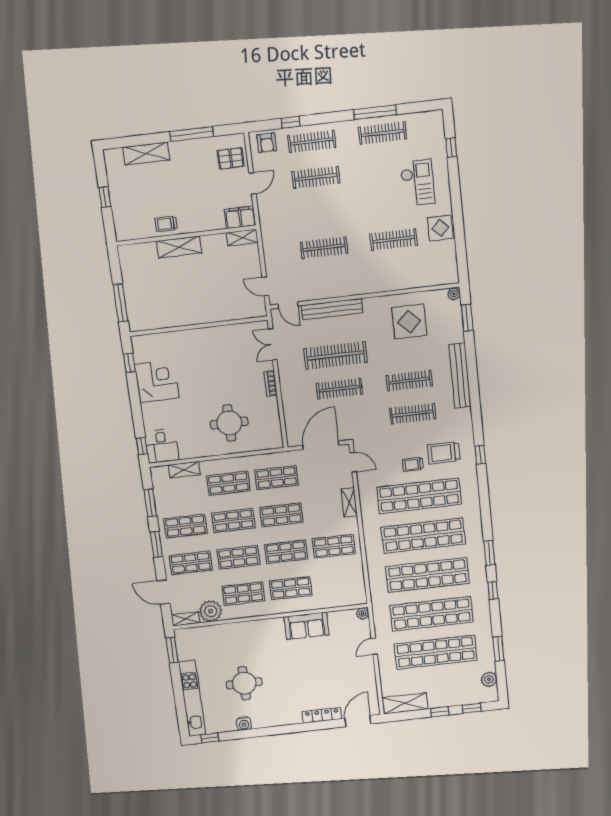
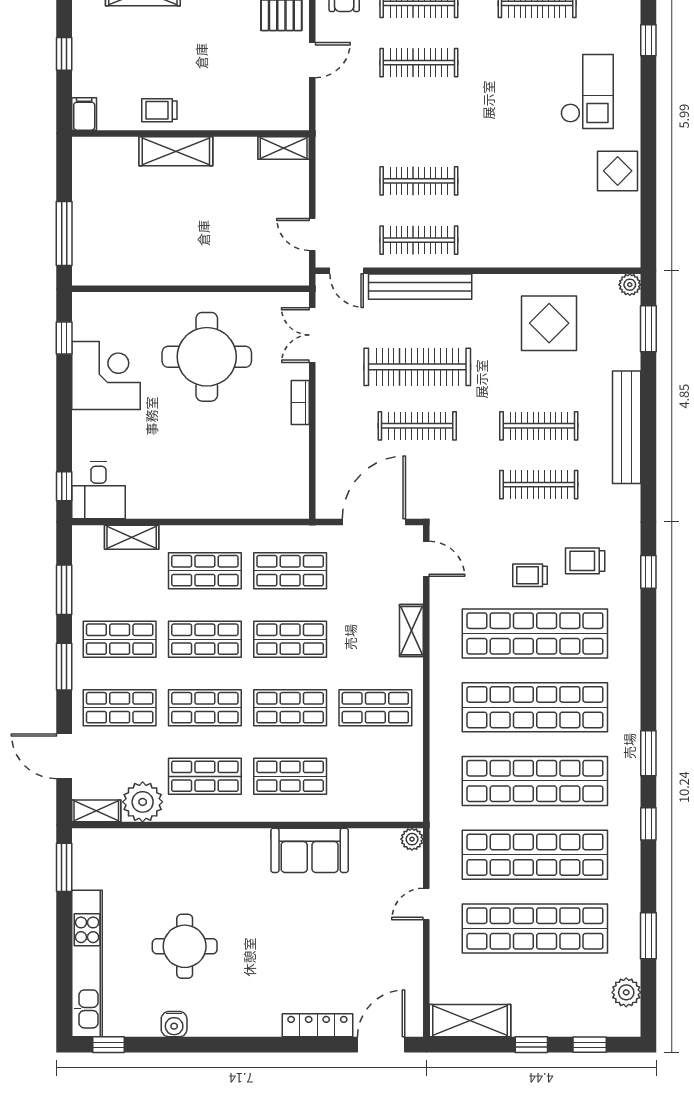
filing cabinet: (240, 217) -> (84, 114), moved, width x0.50
clothes rail: (394, 239) -> (419, 240), moved
round table: (229, 423) -> (207, 357), moved, width x1.36, depth x1.36
trolley: (443, 453) -> (585, 561), width x0.73, depth x0.72

